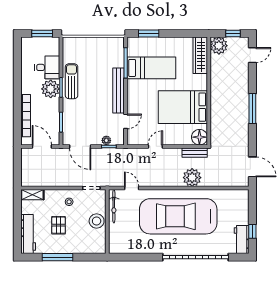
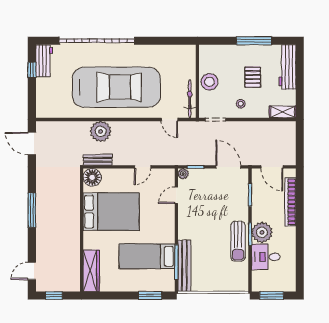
plant: (219, 46) -> (70, 282), removed
bench: (119, 90) -> (184, 266), moved
plant: (106, 140) -> (183, 174), moved

